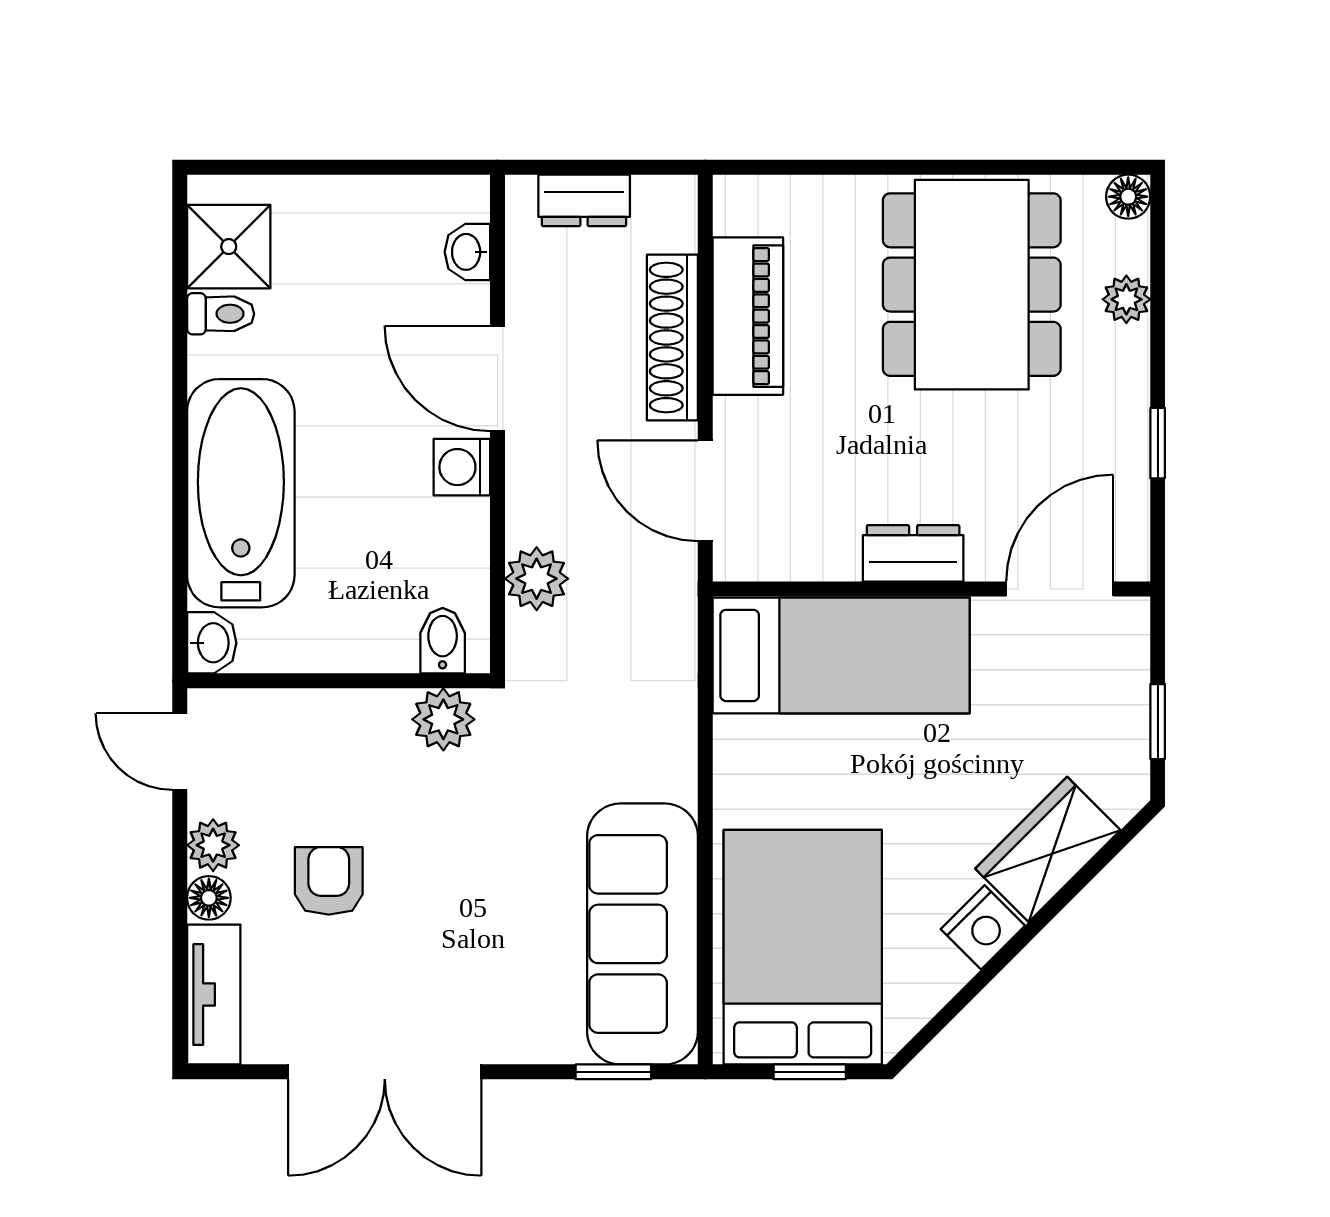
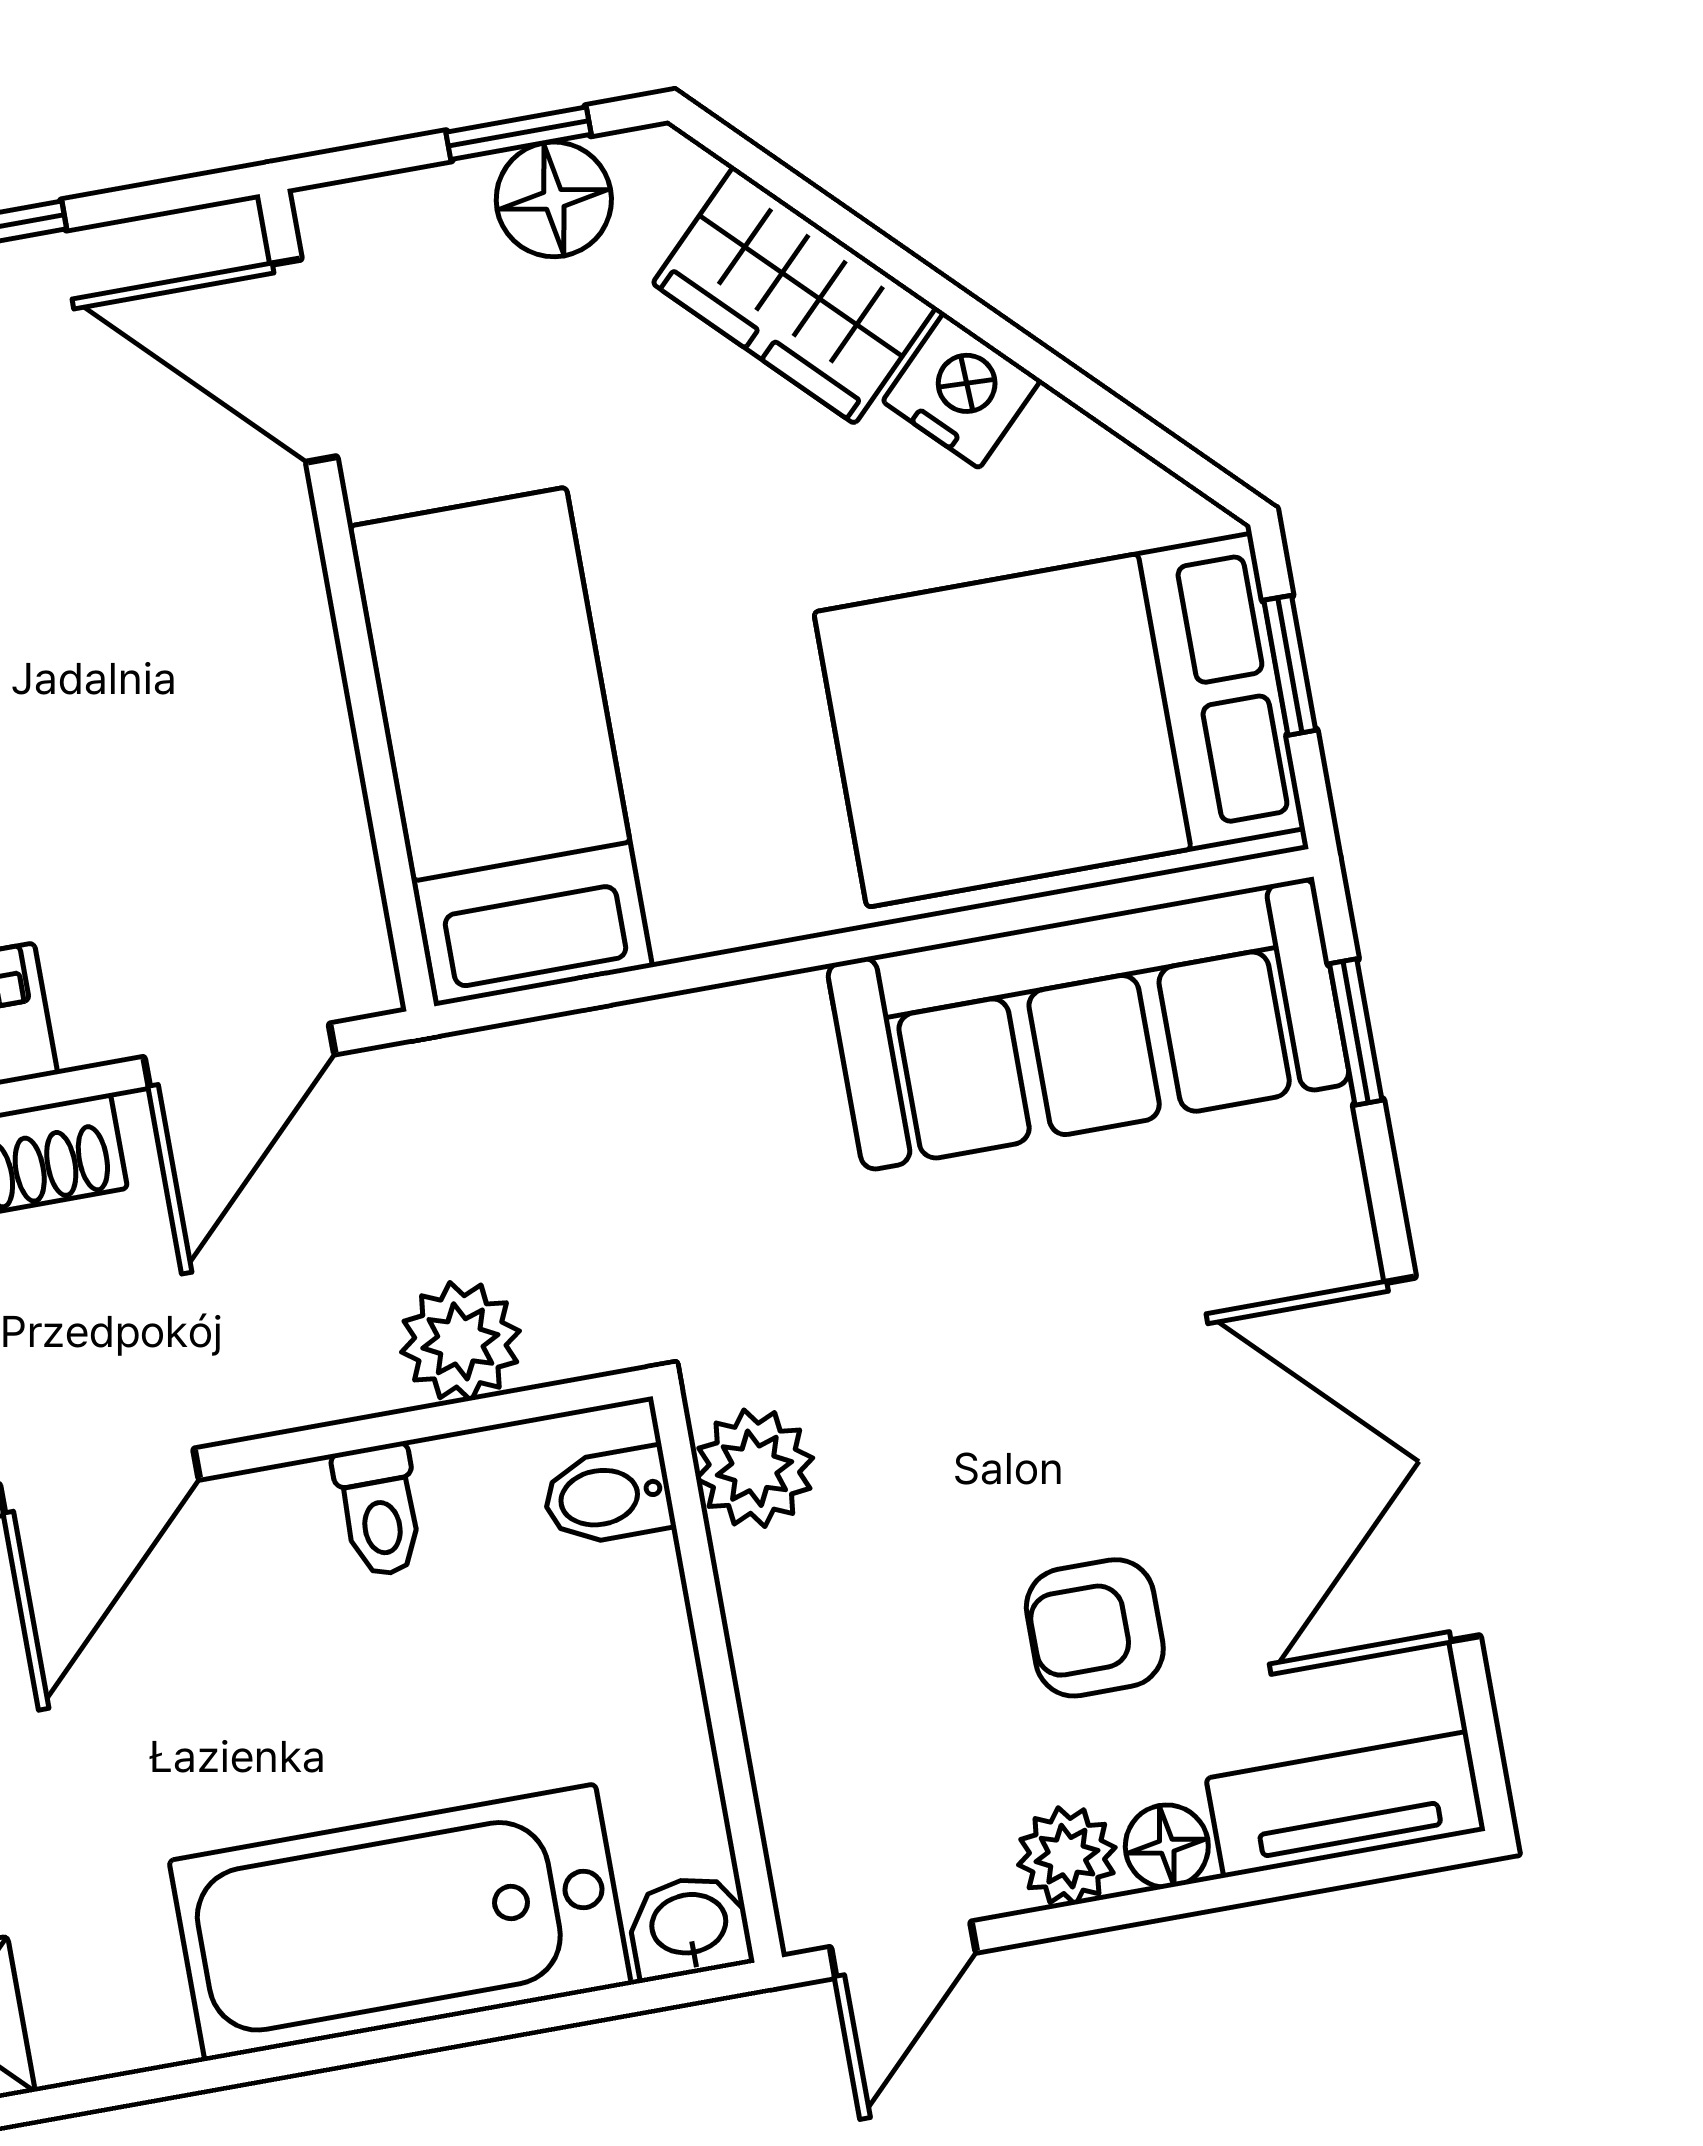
toilet: (221, 314) -> (379, 1510), moved, turned 180
washing machine: (462, 467) -> (277, 1518), removed
dresser: (913, 553) -> (287, 646), removed
floor lamp: (1120, 734) -> (554, 199), added
double door: (385, 1072) -> (1433, 1459), swing flipped

